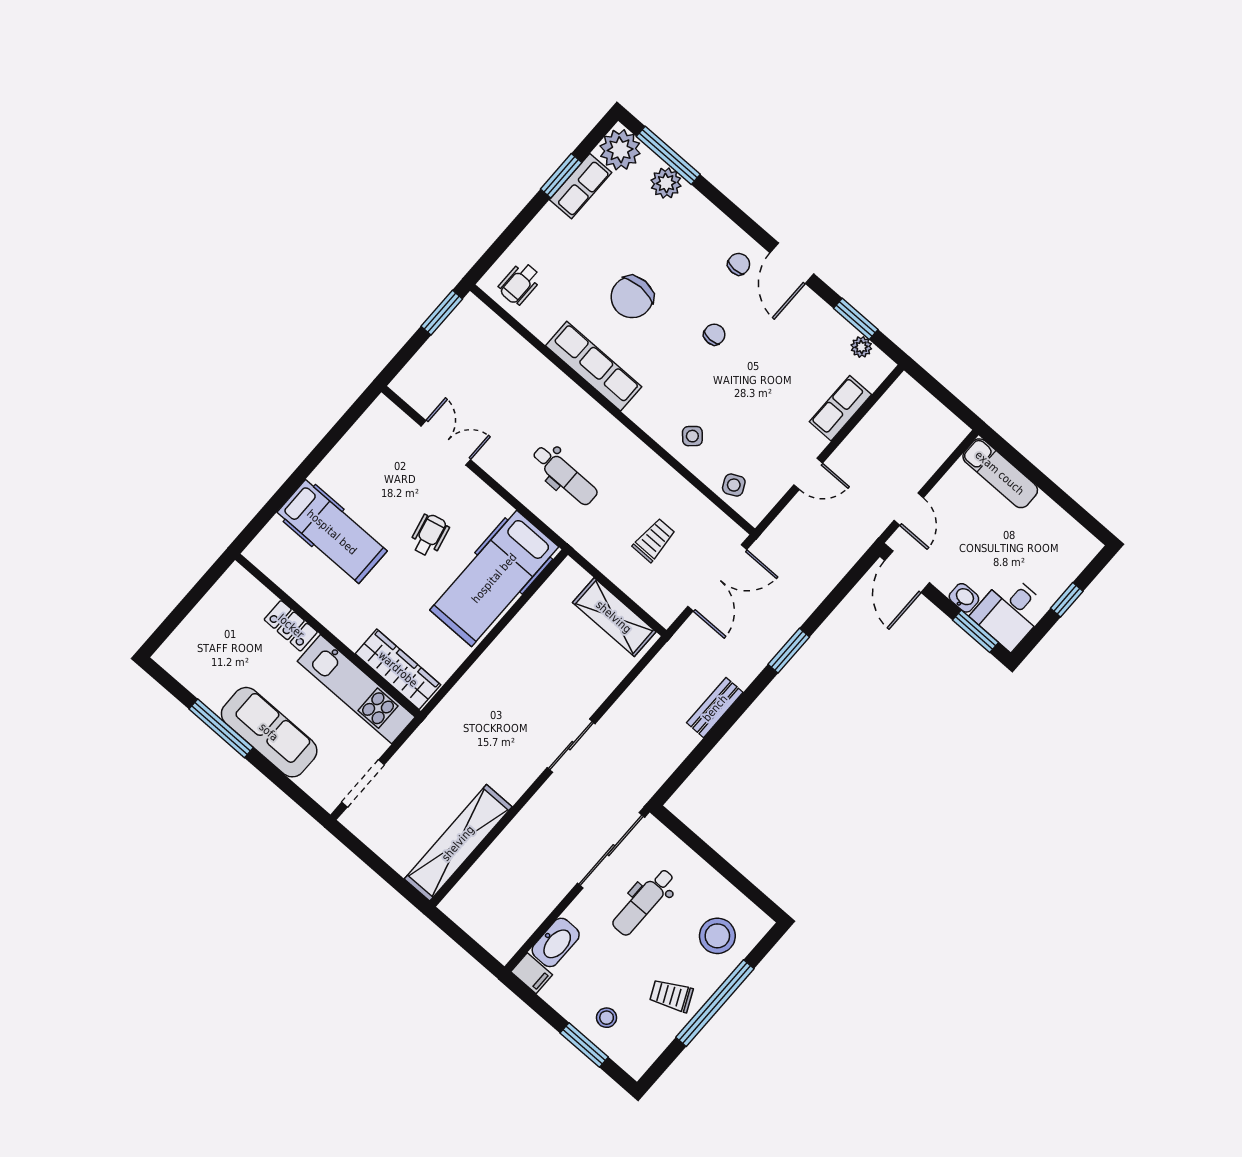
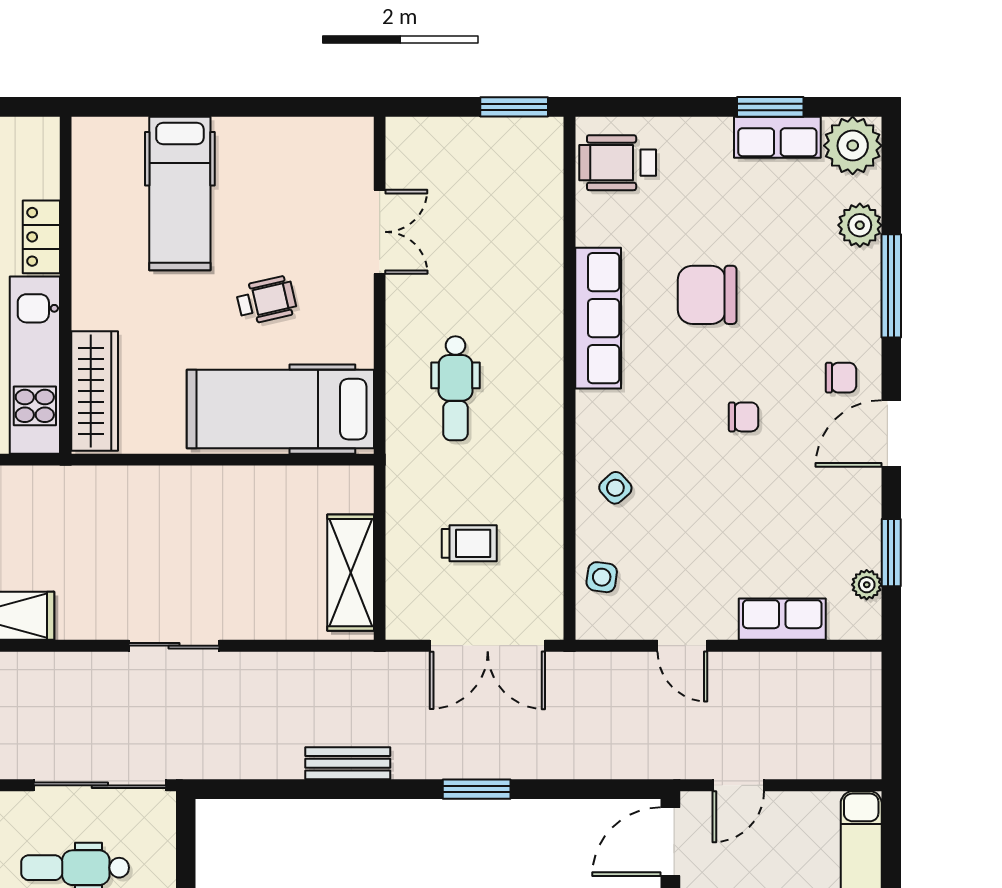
window: (668, 155) -> (891, 286), moved
wheelchair: (520, 283) -> (618, 163), width x1.36, depth x1.37
side table: (734, 485) -> (602, 577), turned 34

